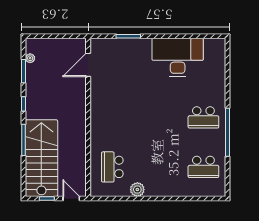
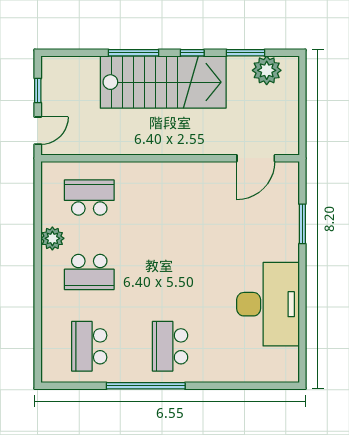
plant: (30, 58) -> (267, 70), width x1.88, depth x1.88
door: (88, 65) -> (256, 158), swing flipped
stairs: (41, 158) -> (163, 82), moved
school desk: (158, 167) -> (89, 272), added

